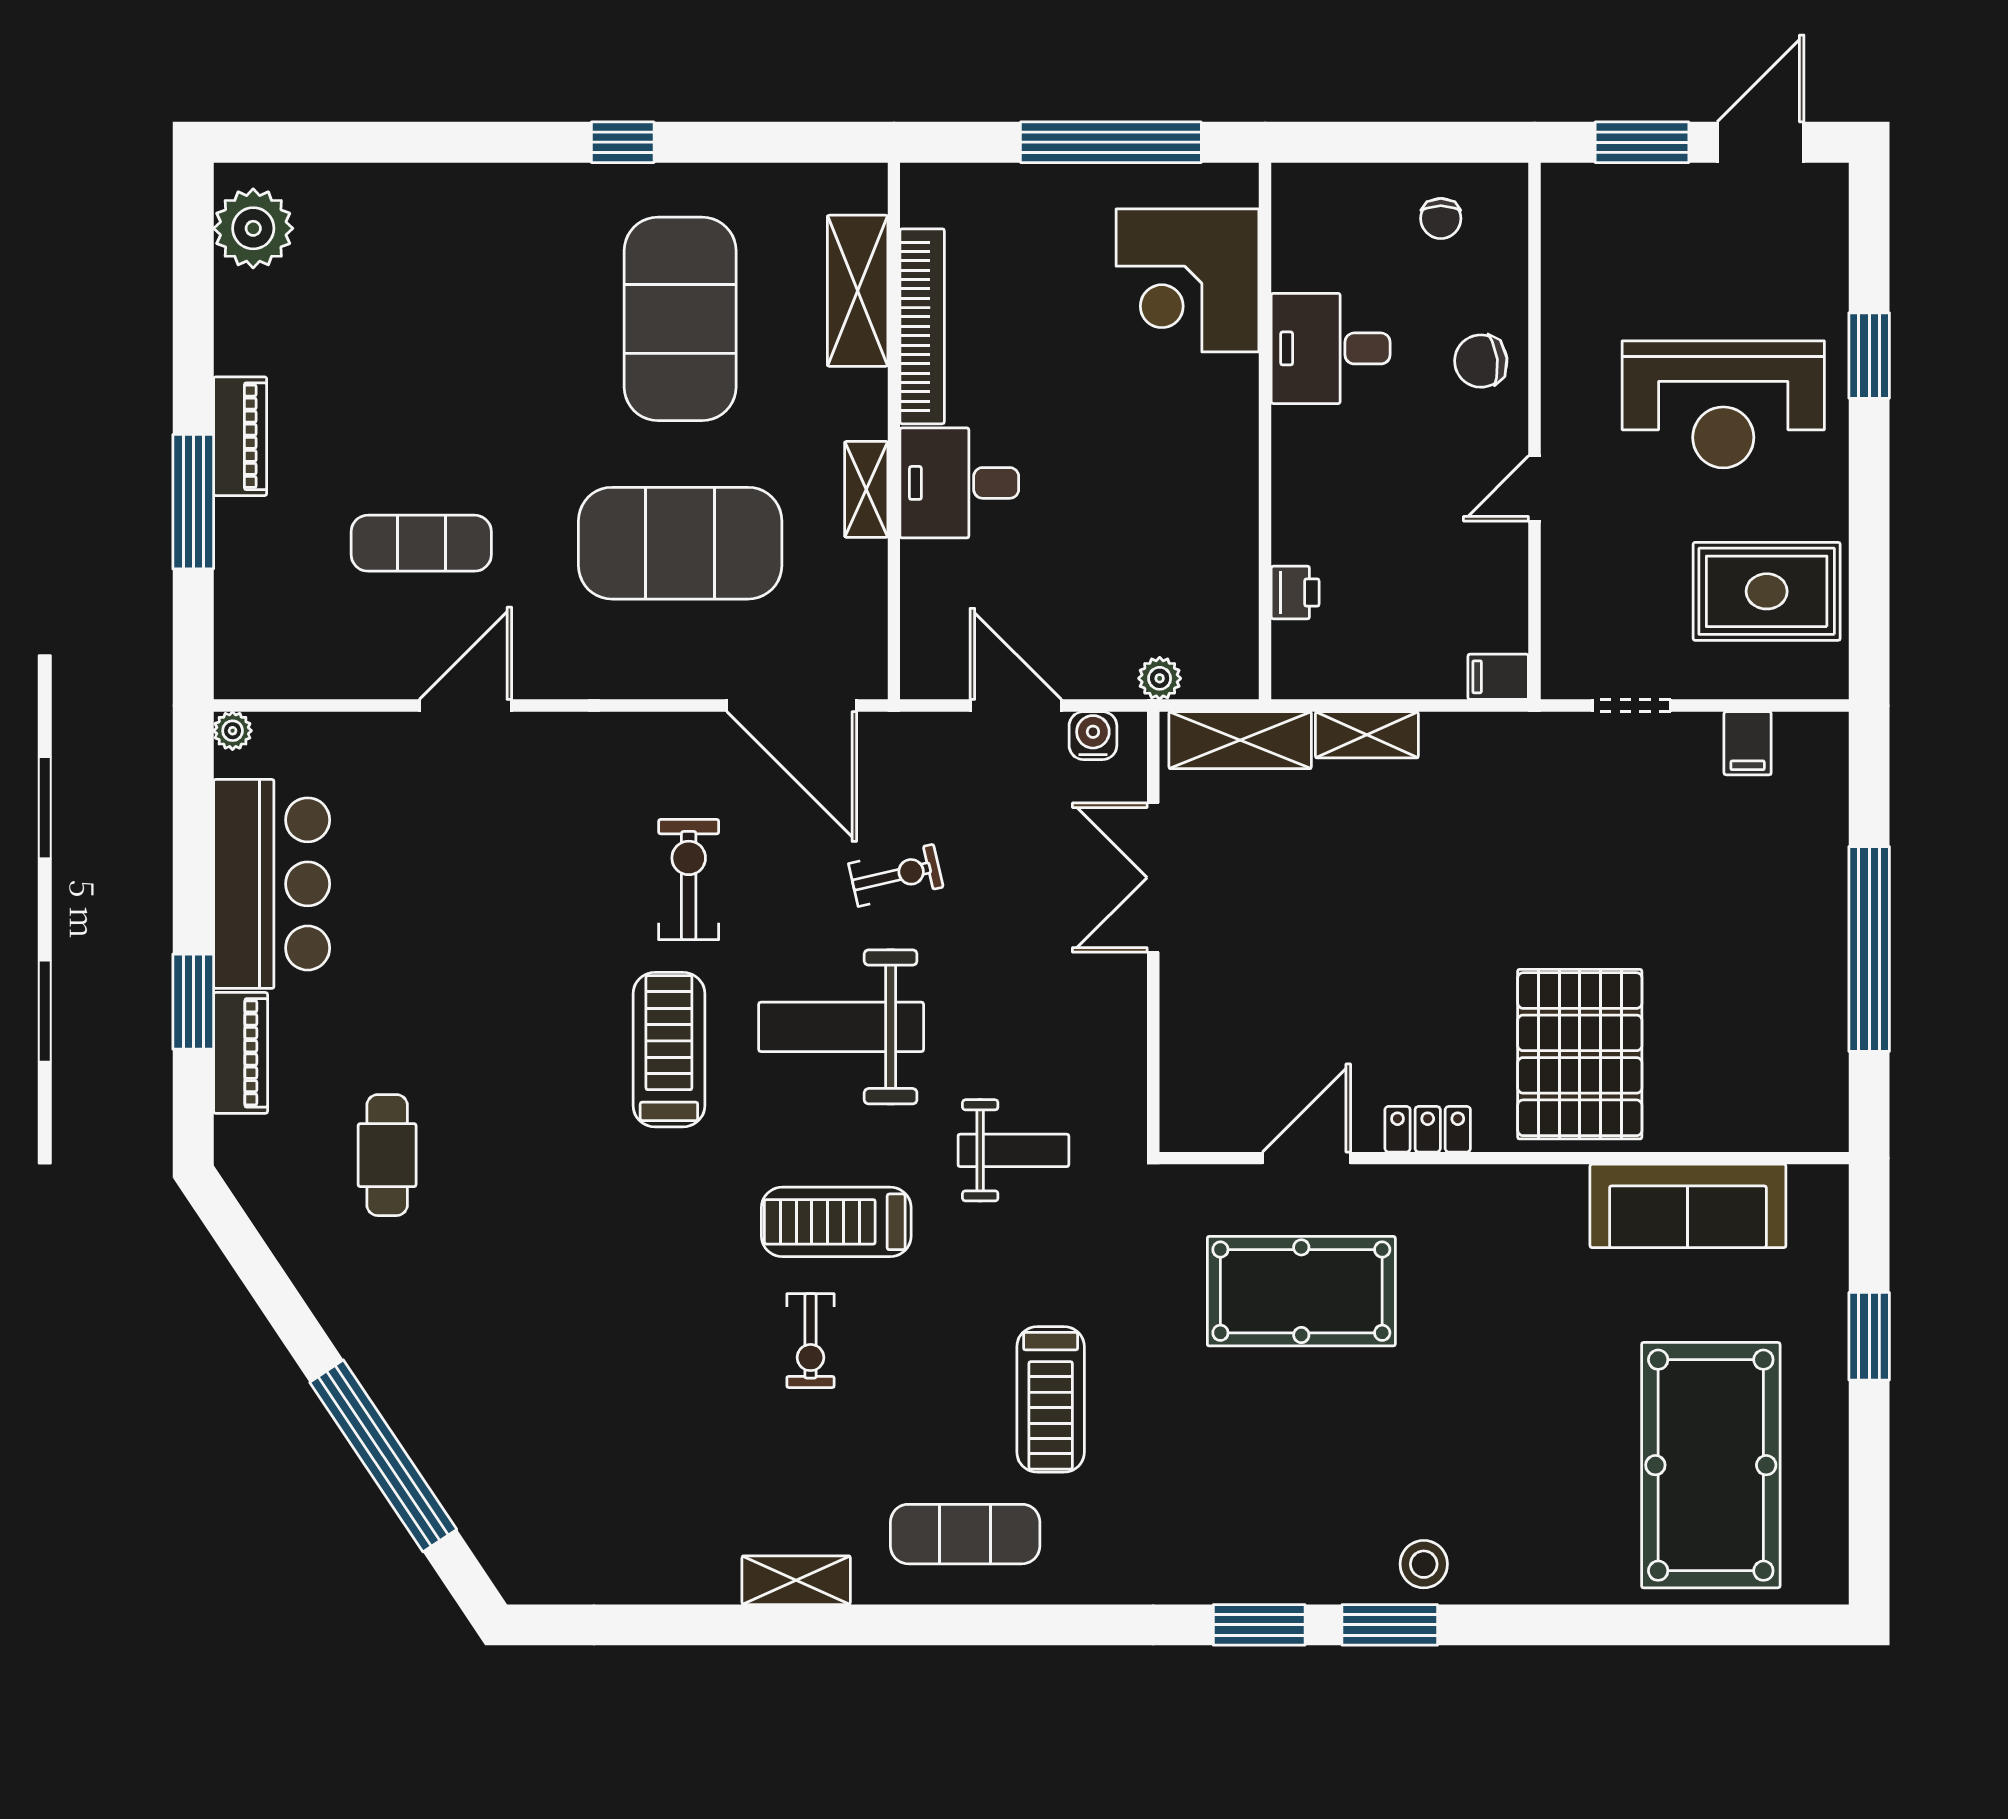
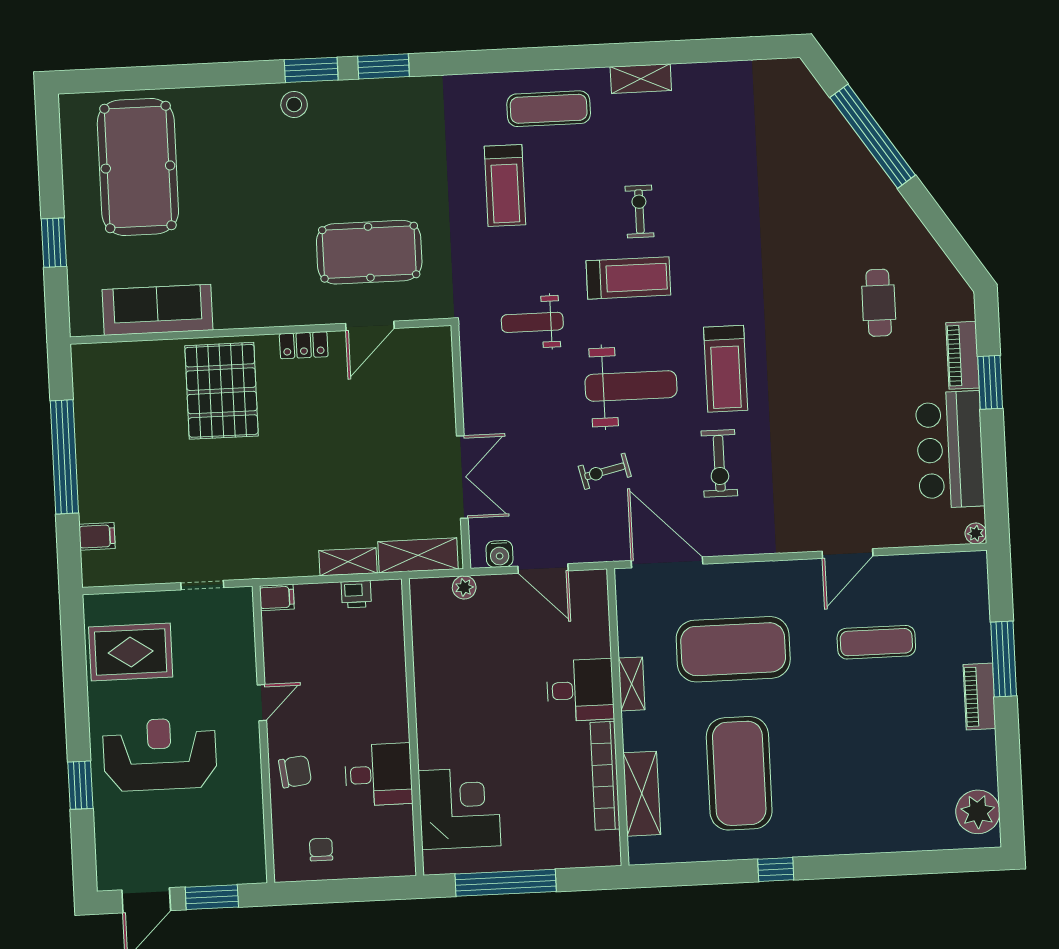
printer: (1295, 593) -> (356, 594), moved, turned -90
filing cabinet: (1748, 743) -> (97, 536), moved, turned 90
treadmill: (1051, 1399) -> (505, 186), turned 180

